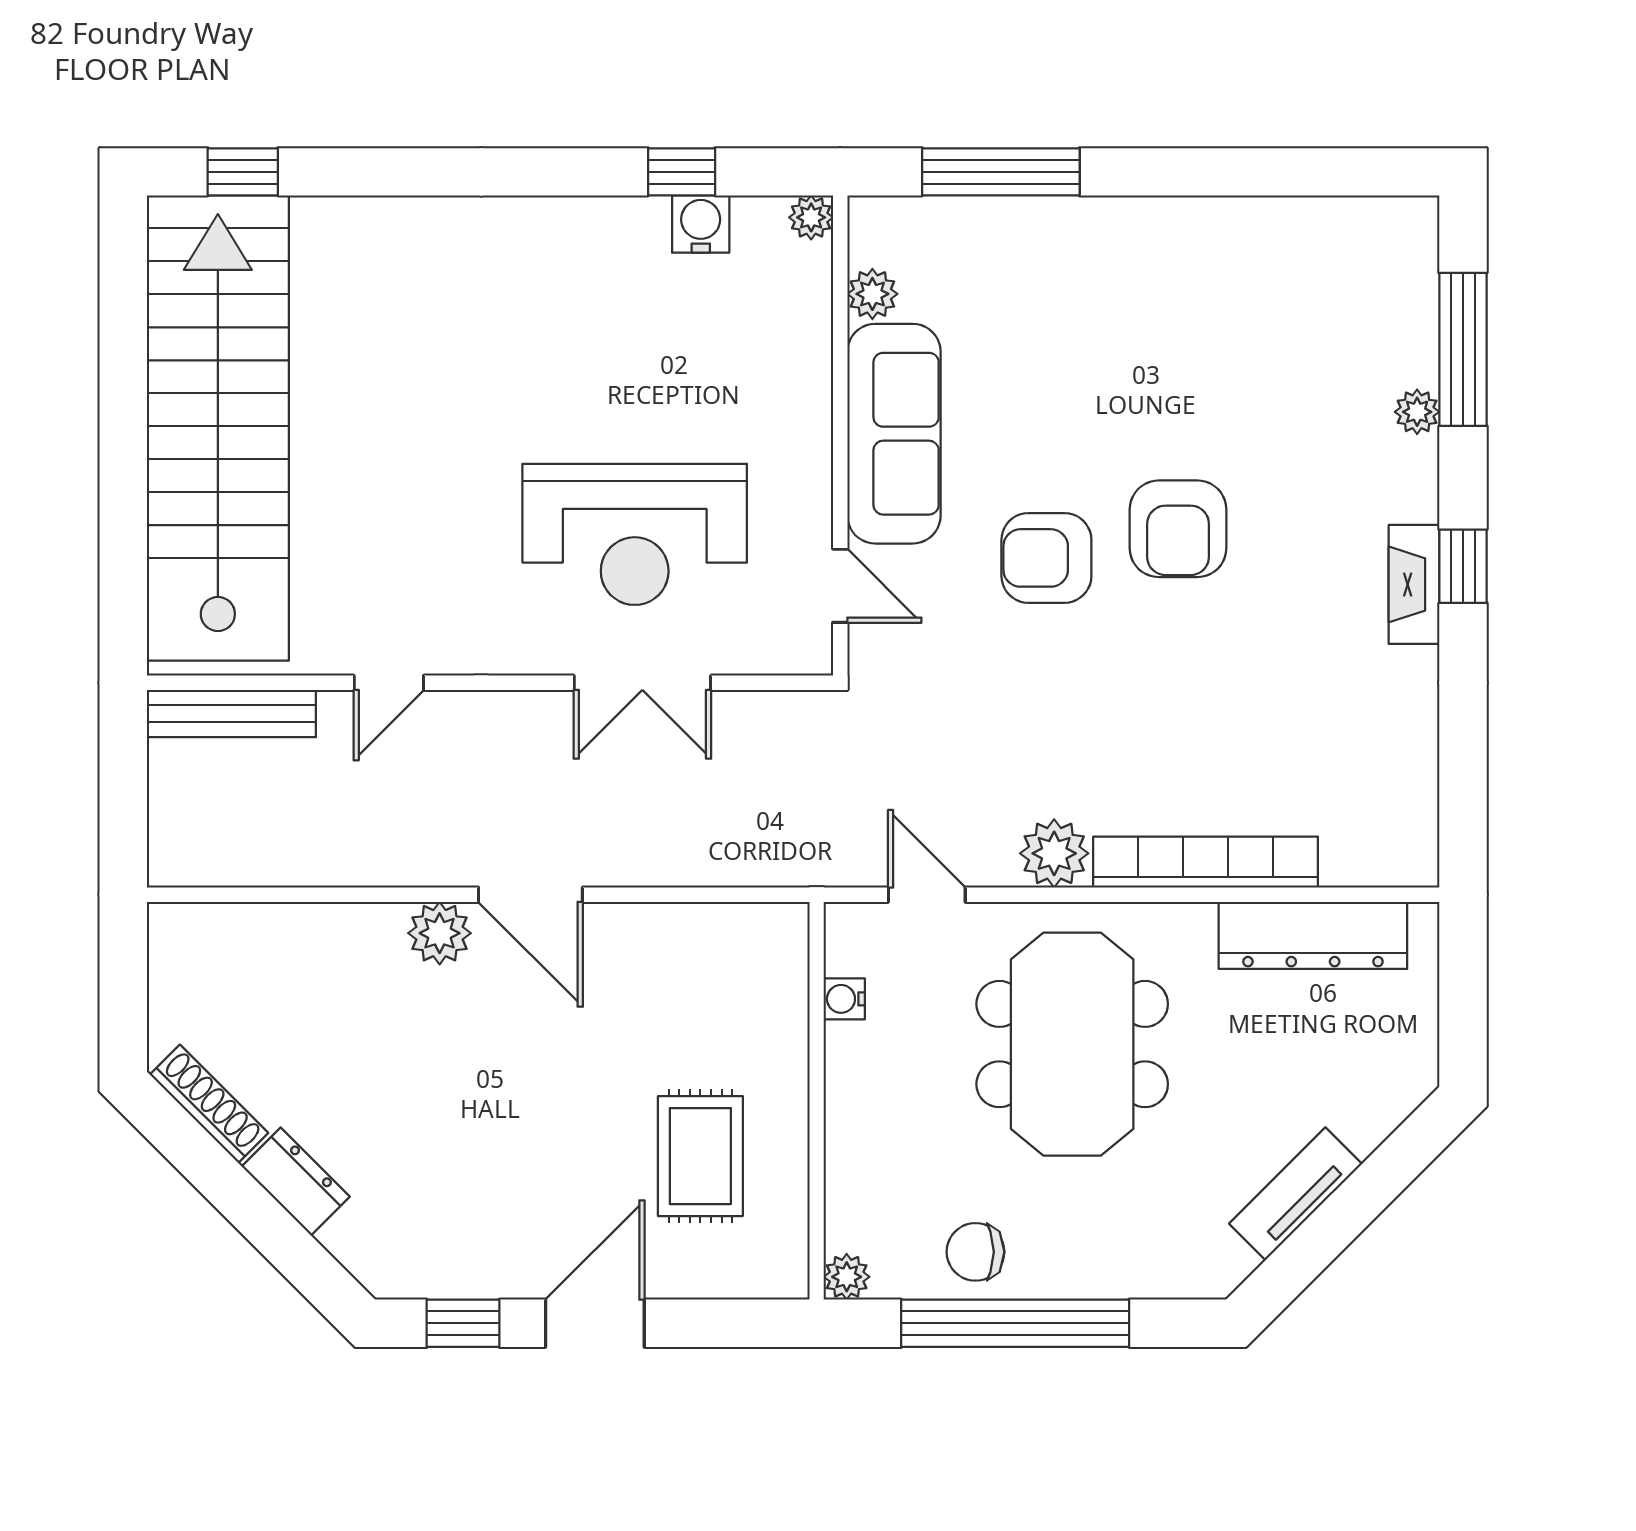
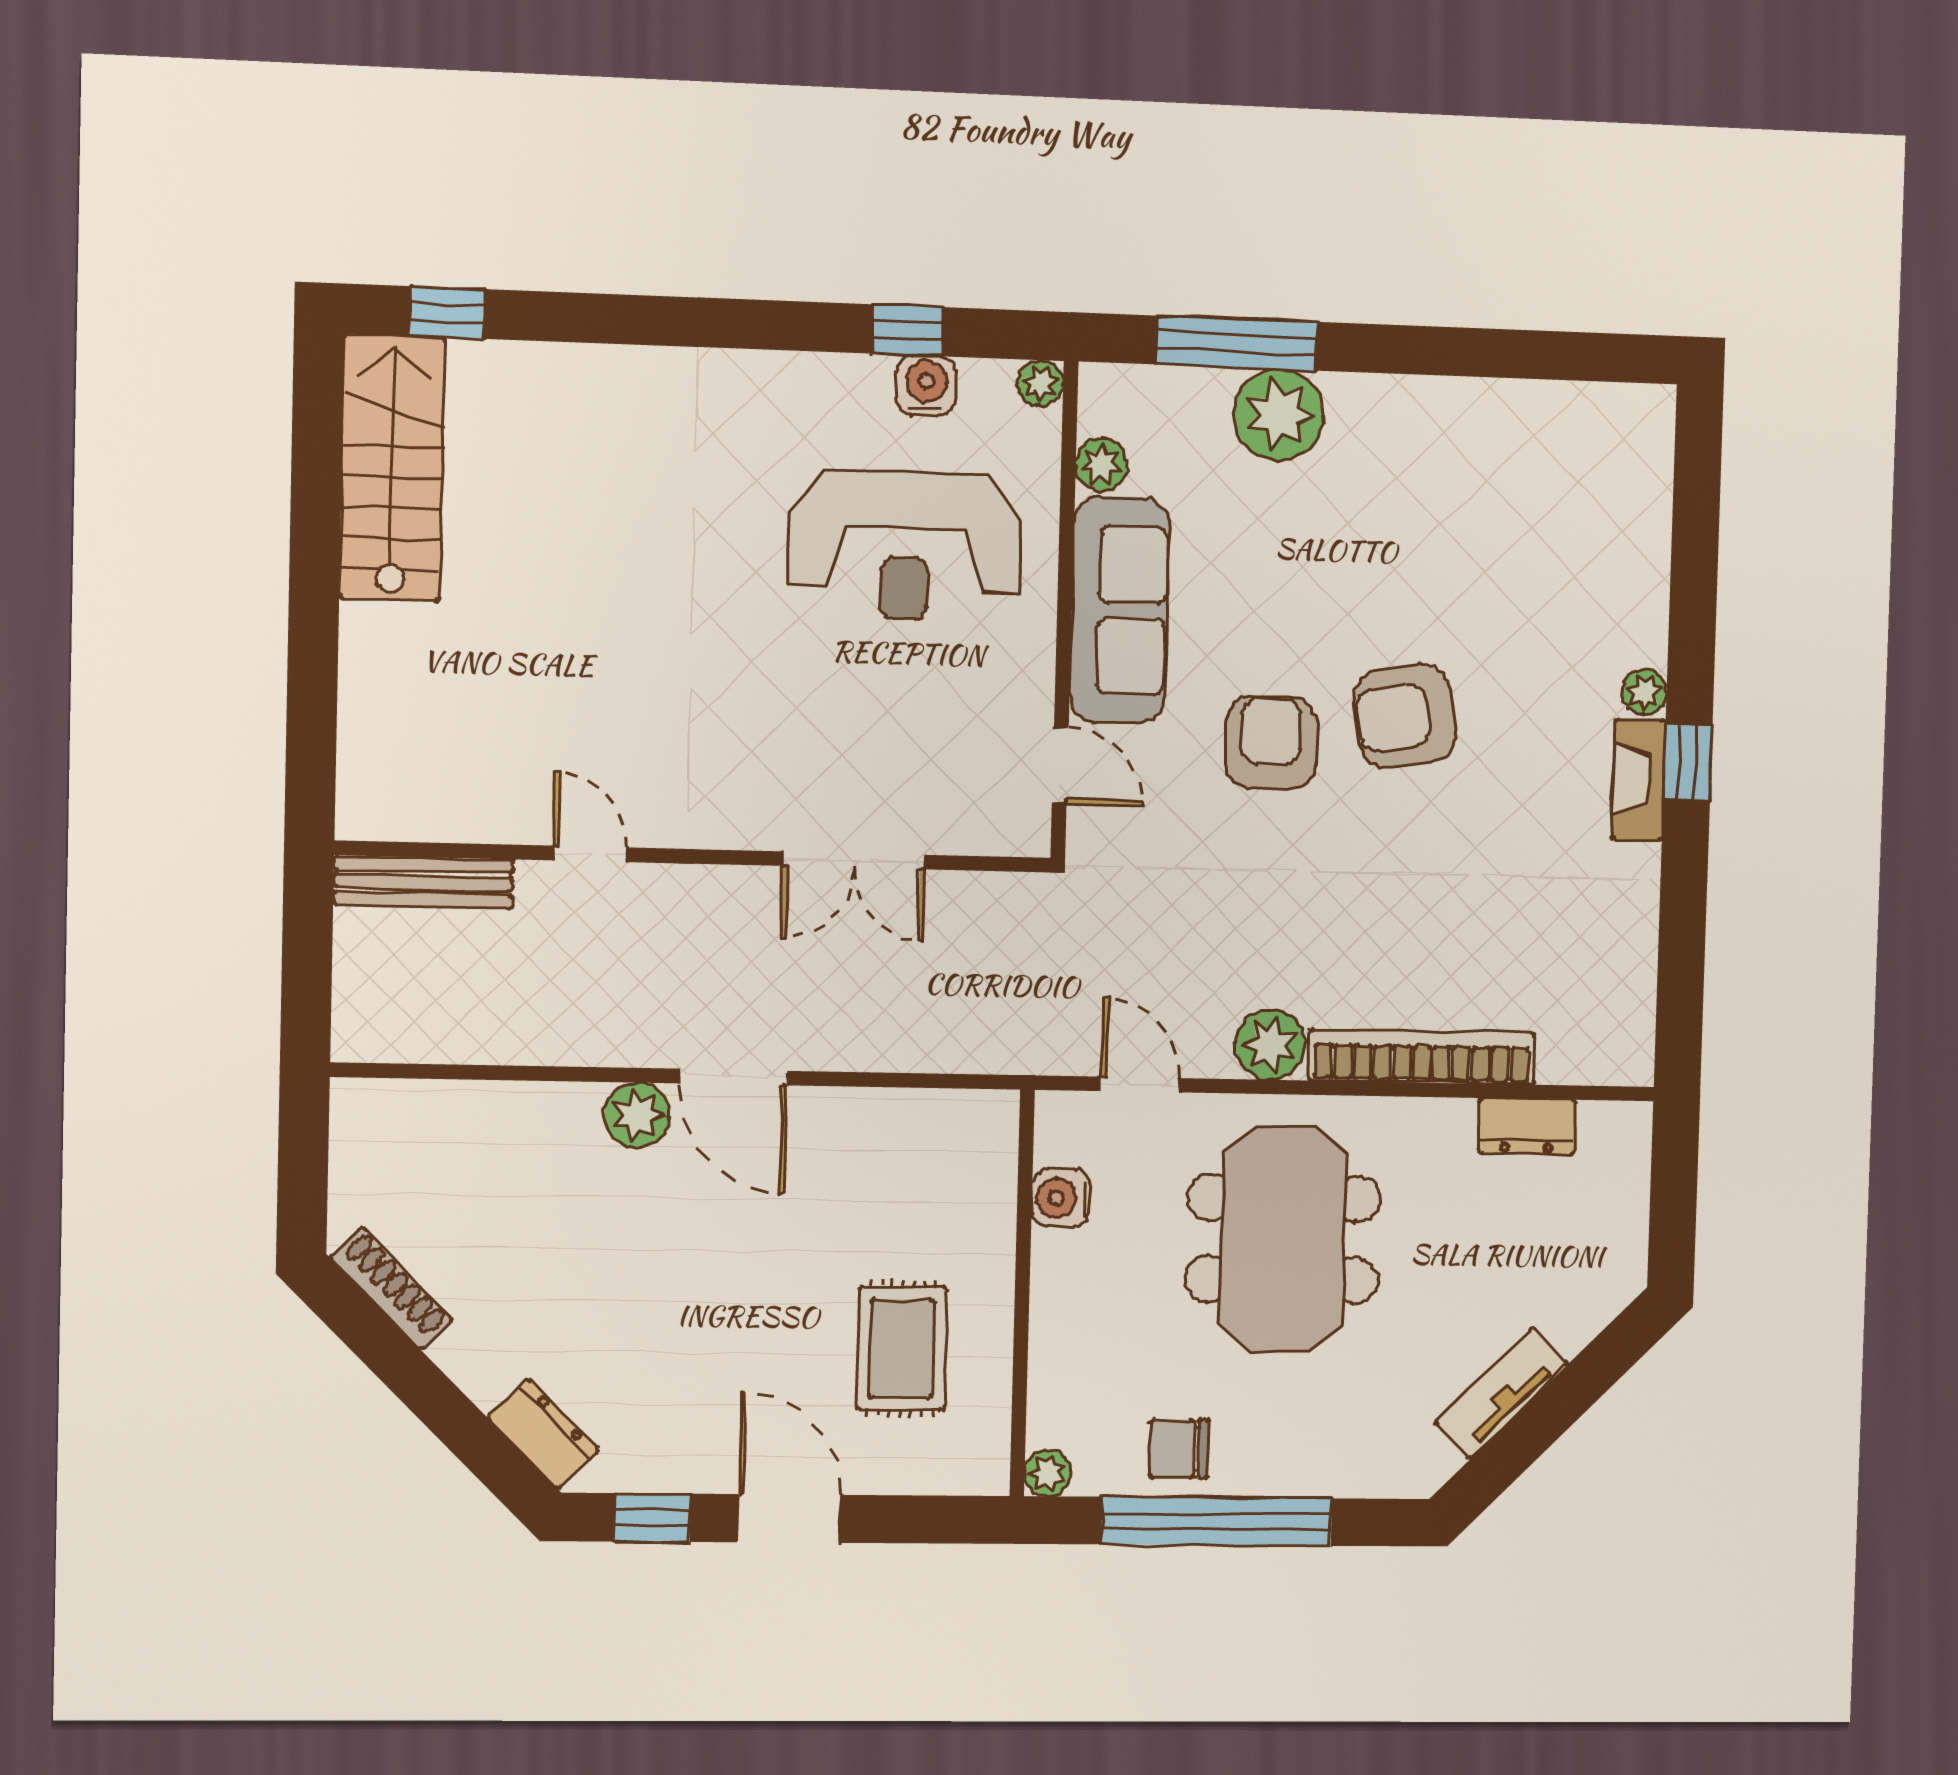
plant: (1045, 239) -> (1279, 415), added
window: (1463, 349) -> (1695, 542), removed
plant: (1417, 412) -> (1645, 692), moved
stairs: (218, 428) -> (392, 468), width x0.54, depth x0.66
armchair: (1178, 529) -> (1405, 716), turned 80
reception desk: (635, 534) -> (905, 546), moved
armchair: (1046, 558) -> (1271, 743), turned 90
door: (389, 683) -> (590, 854), swing flipped
dresser: (1313, 935) -> (1527, 1126), width x0.51, depth x0.80
water cooler: (844, 999) -> (1061, 1198), width x1.38, depth x1.38
dresser: (296, 1182) -> (544, 1434), moved
door: (595, 1323) -> (789, 1518), hinge flipped

